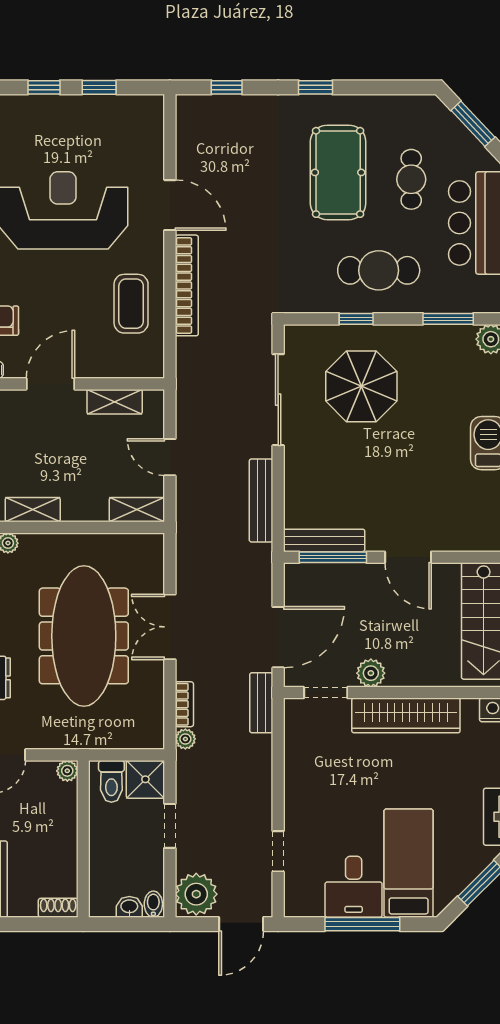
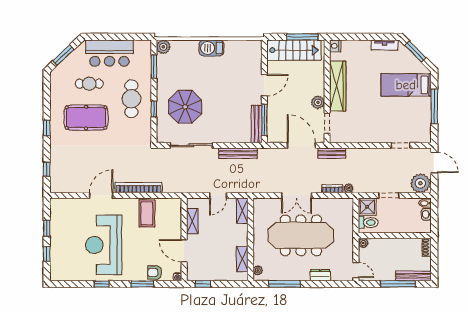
coffee table: (131, 304) -> (147, 213), turned 90
desk: (354, 887) -> (417, 110), removed

